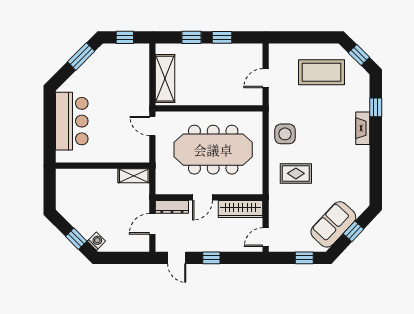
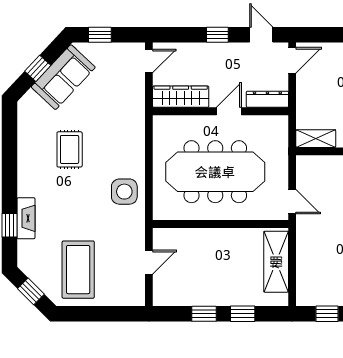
coffee table: (321, 72) -> (78, 270), turned 90
fireplace: (363, 128) -> (26, 218), moved
rug: (296, 173) -> (70, 149), moved, turned 90
door: (152, 224) -> (292, 60), moved

